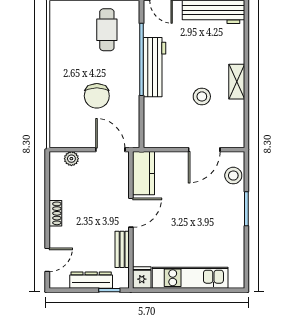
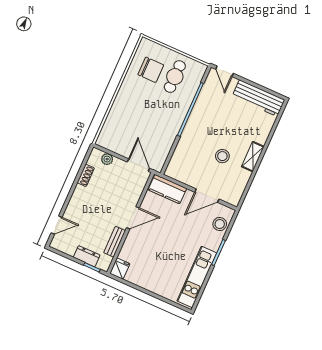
workbench: (154, 67) -> (197, 119), removed
chair: (97, 96) -> (151, 70), moved, turned -90
kitchen counter: (143, 173) -> (167, 189), moved, turned 90
shoe rack: (55, 213) -> (86, 175), moved
kitchen unit: (190, 278) -> (197, 277), moved, turned -90
dresser: (91, 280) -> (87, 256), width x0.70

